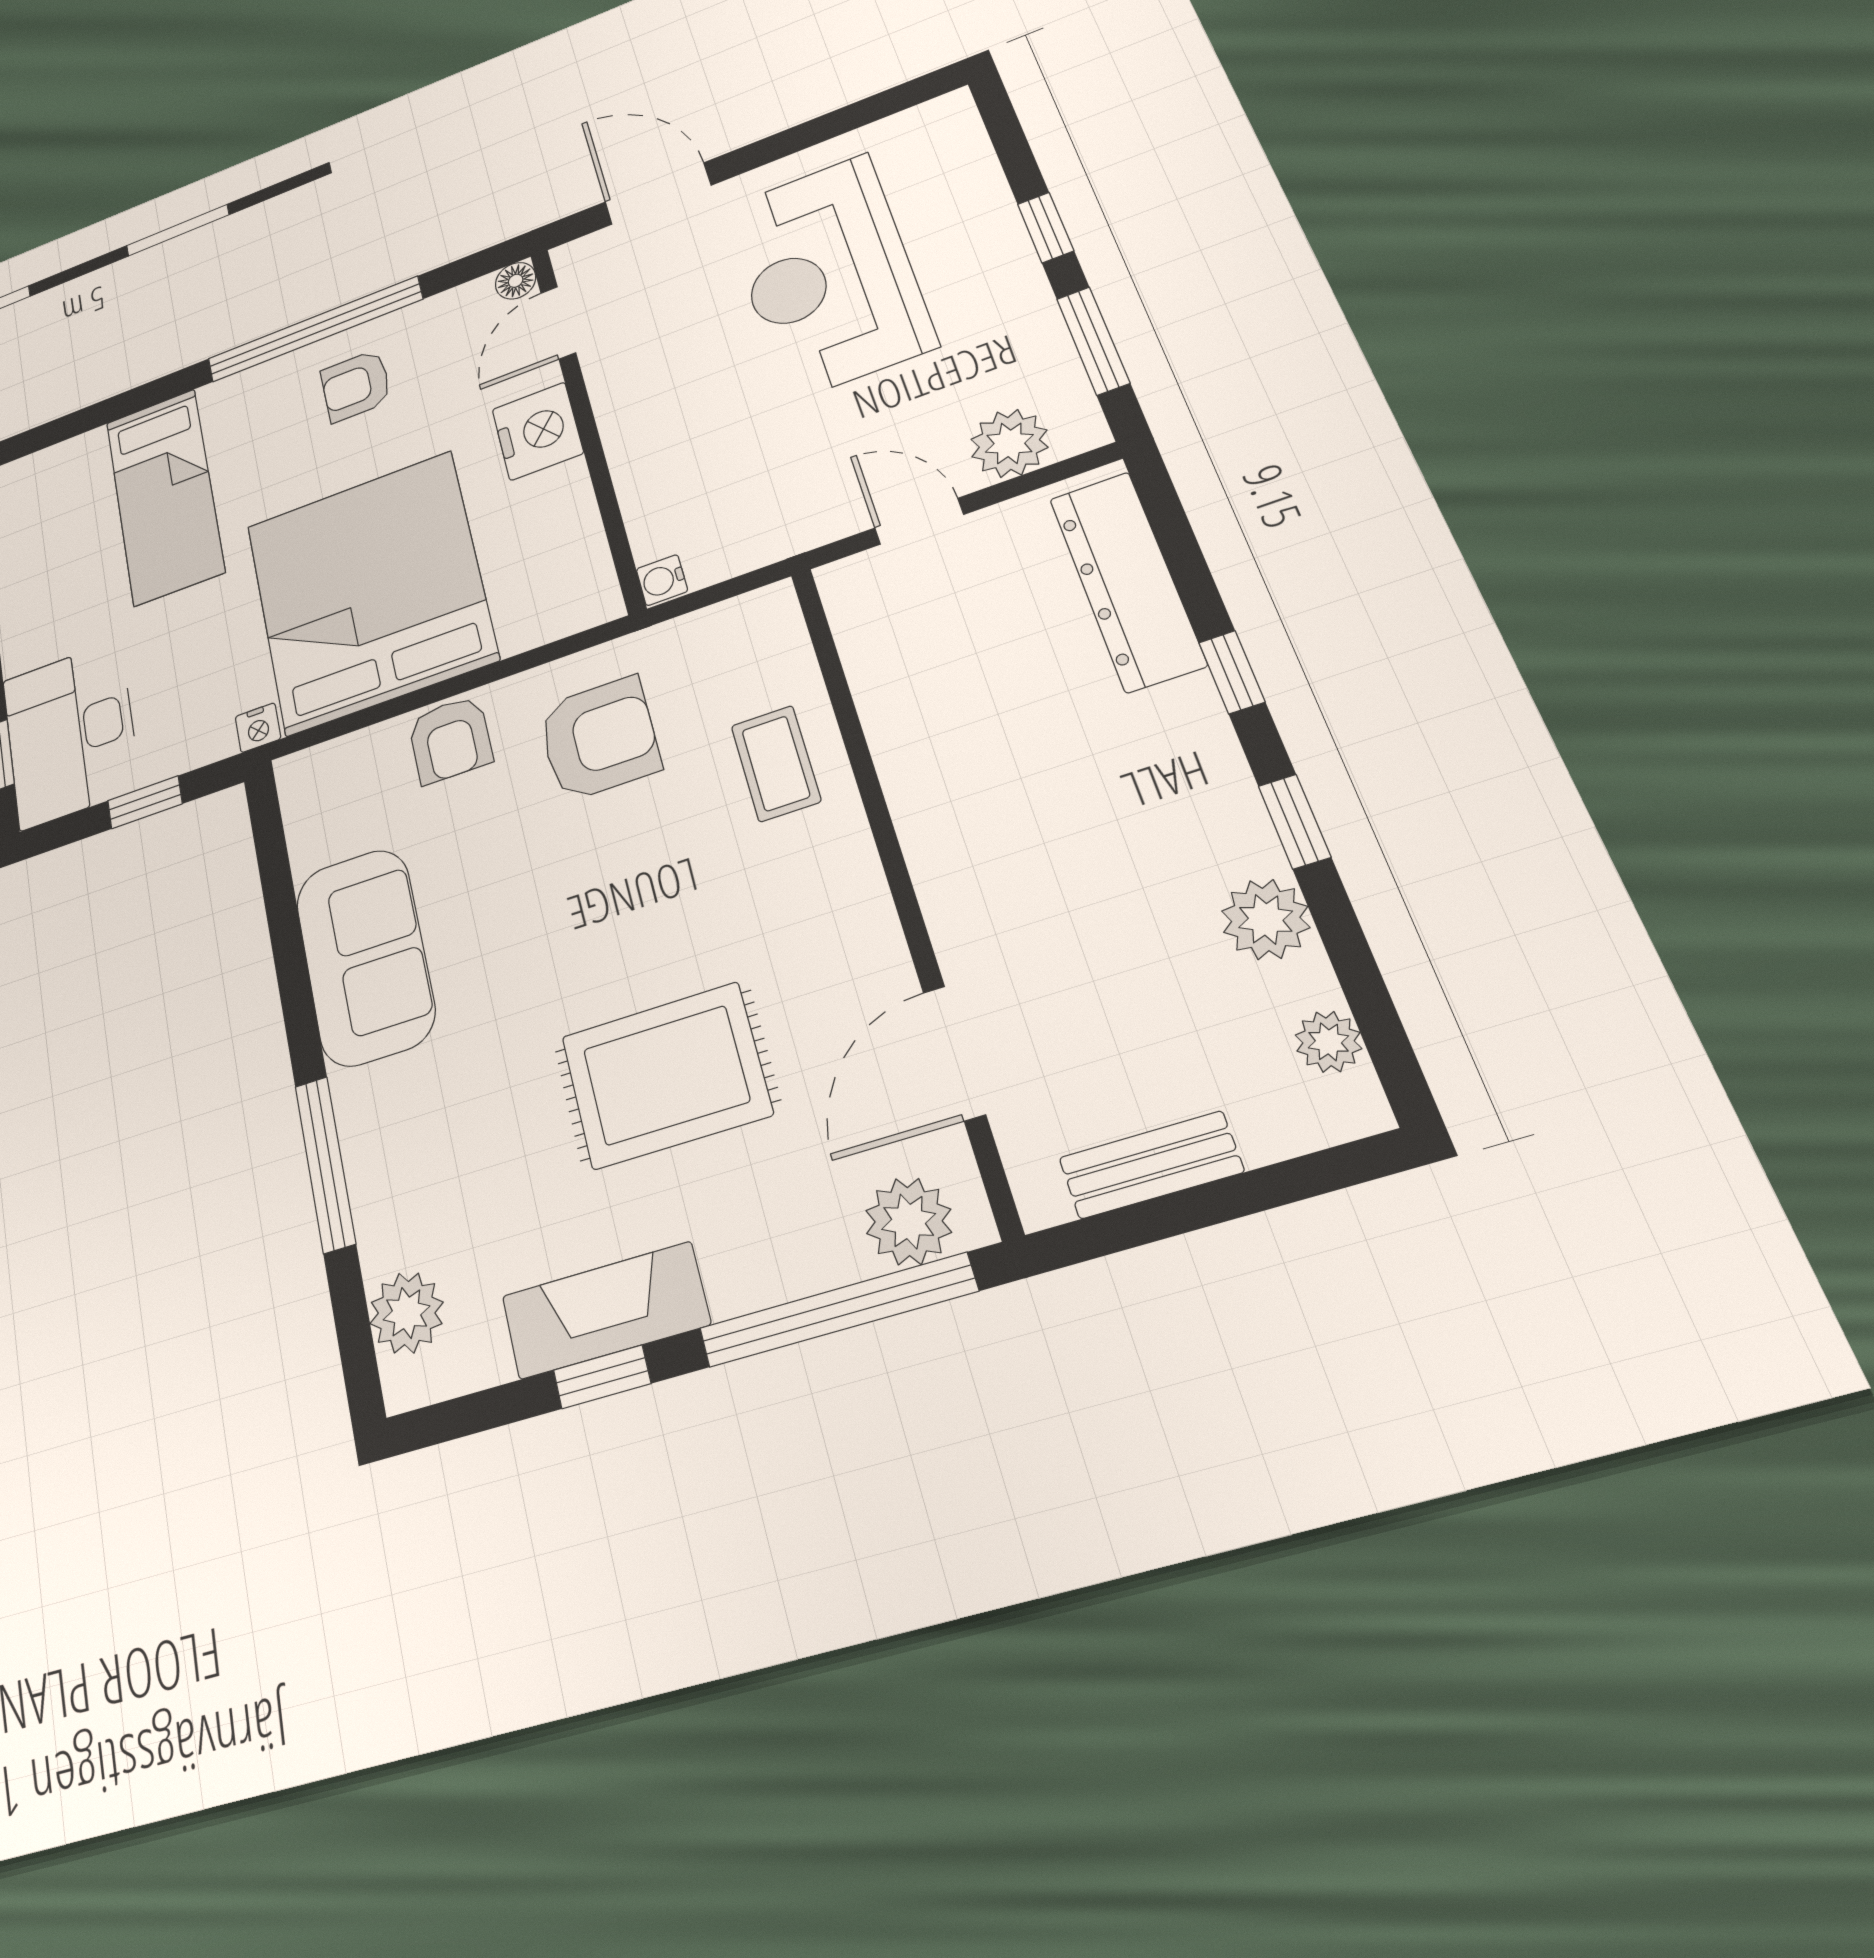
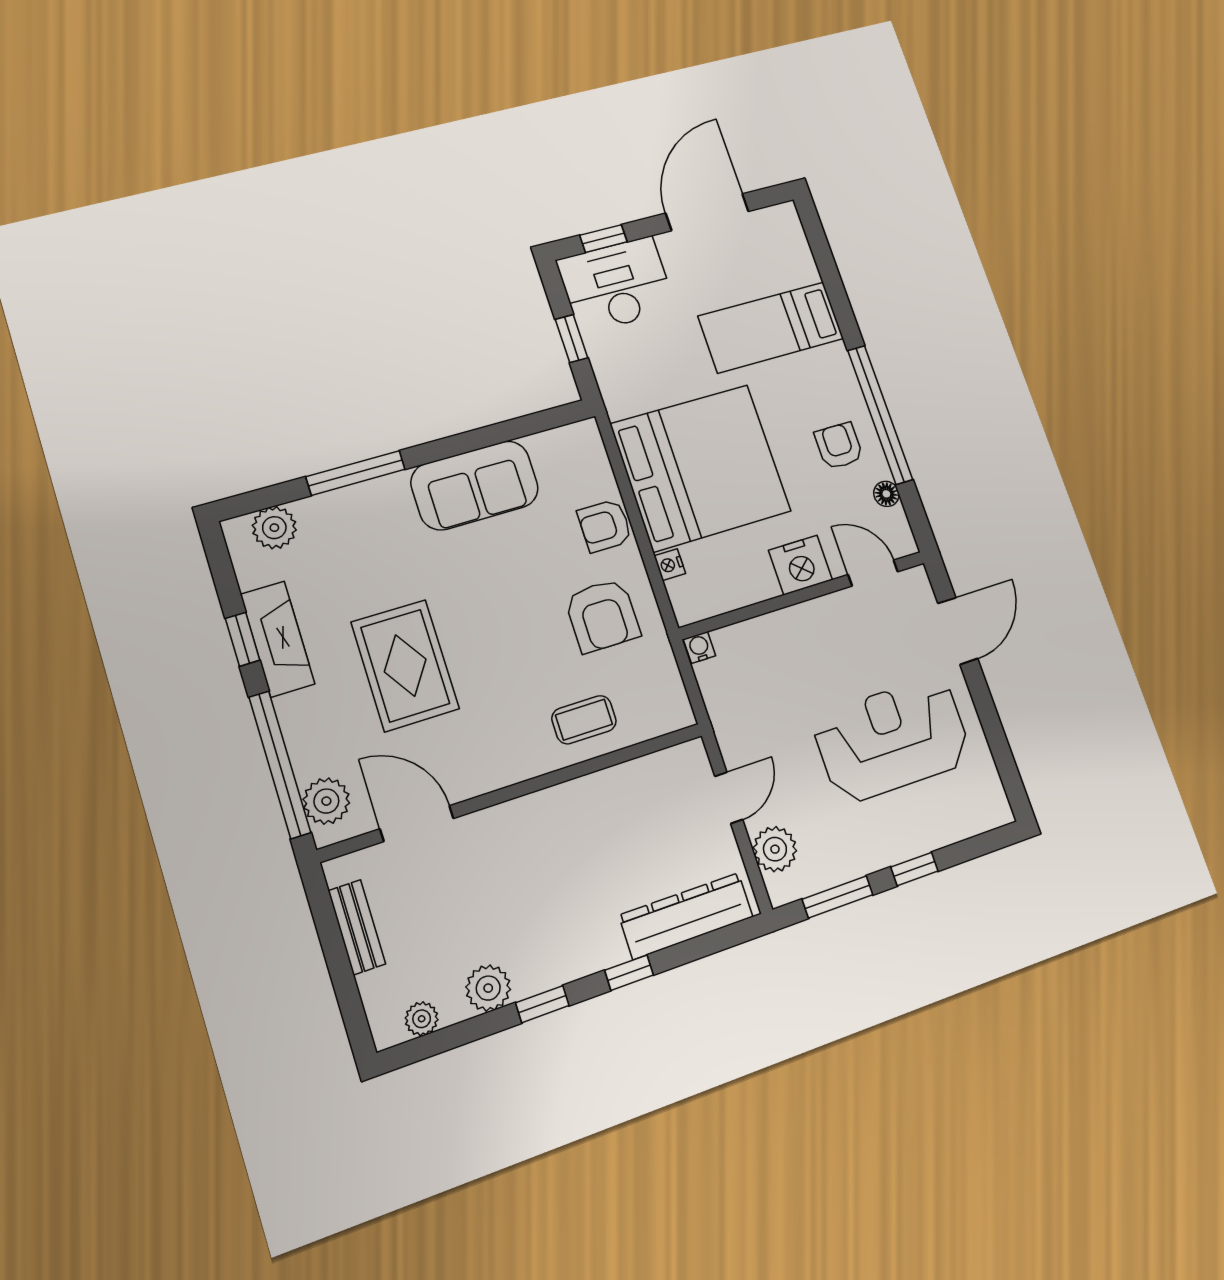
floor lamp: (516, 281) -> (886, 494), moved
nightstand: (258, 728) -> (670, 565), moved

